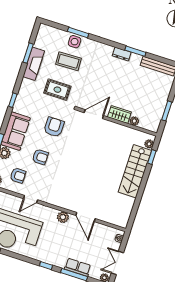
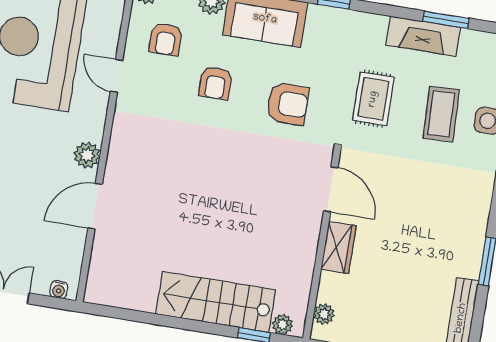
dresser: (122, 54) -> (476, 232), removed
plant: (134, 121) -> (324, 314), moved

